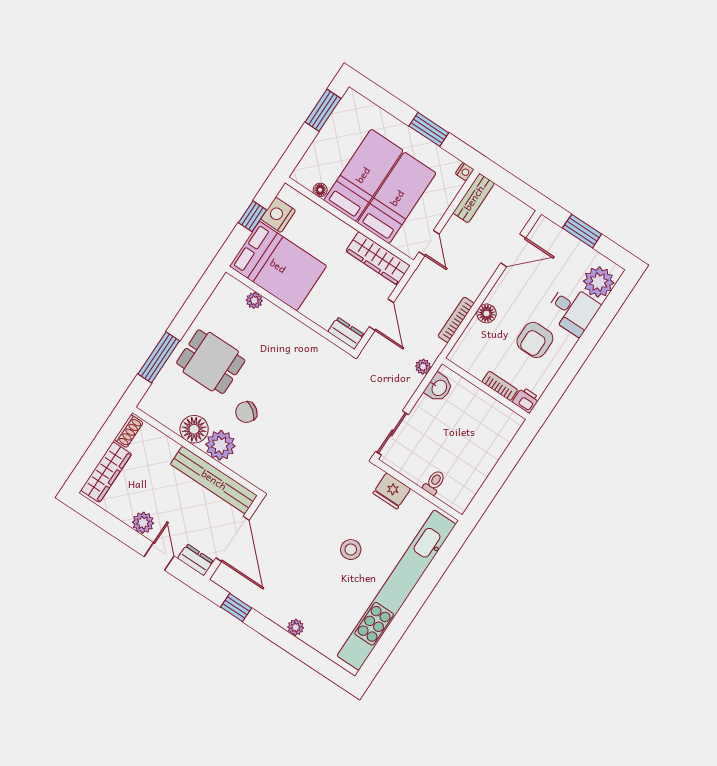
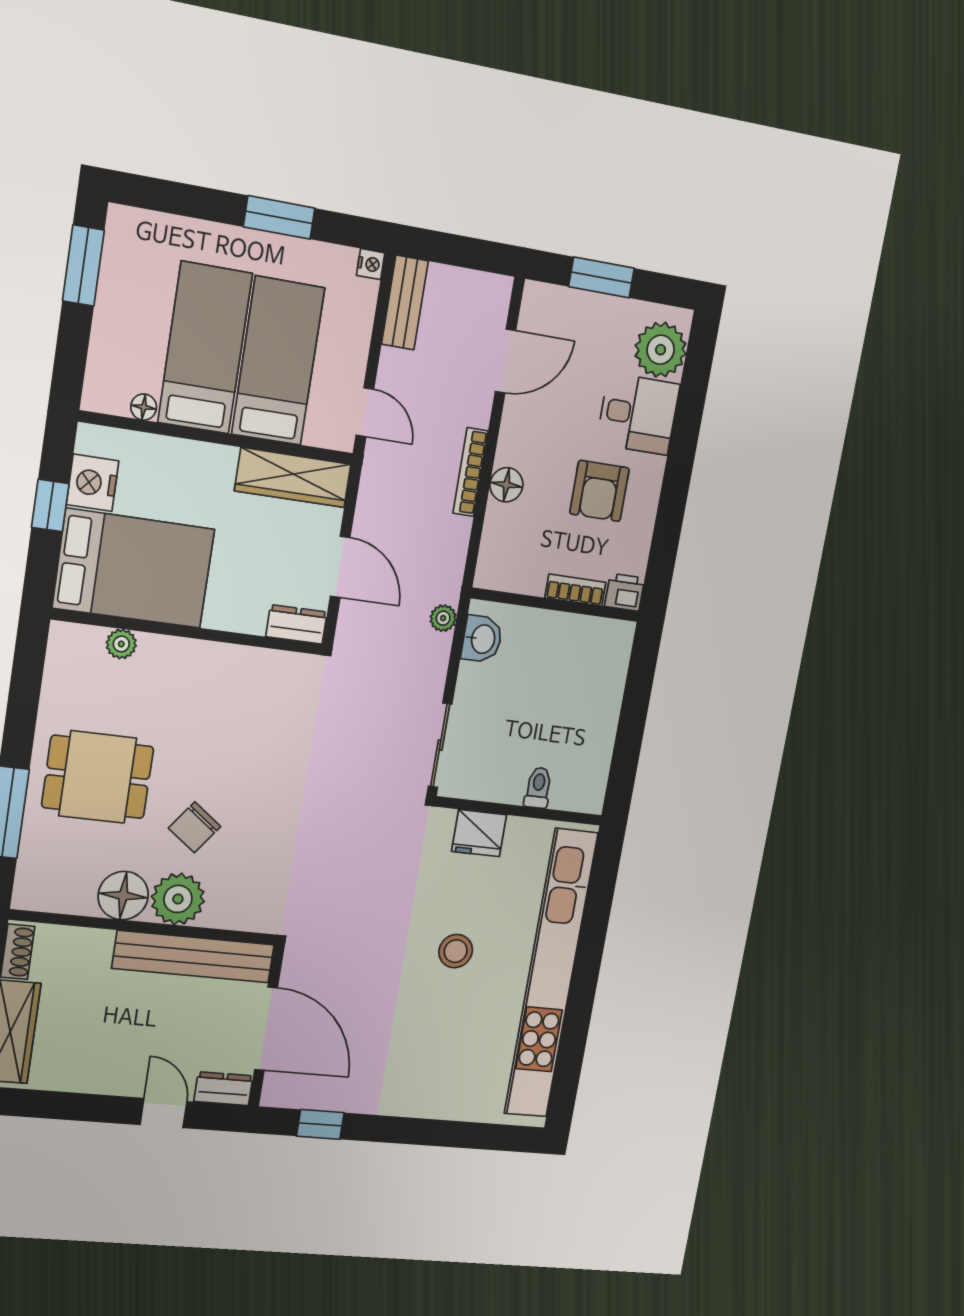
bookcase: (456, 320) -> (470, 472), moved
plant: (143, 523) -> (113, 1077), removed
plant: (296, 627) -> (424, 1105), removed

